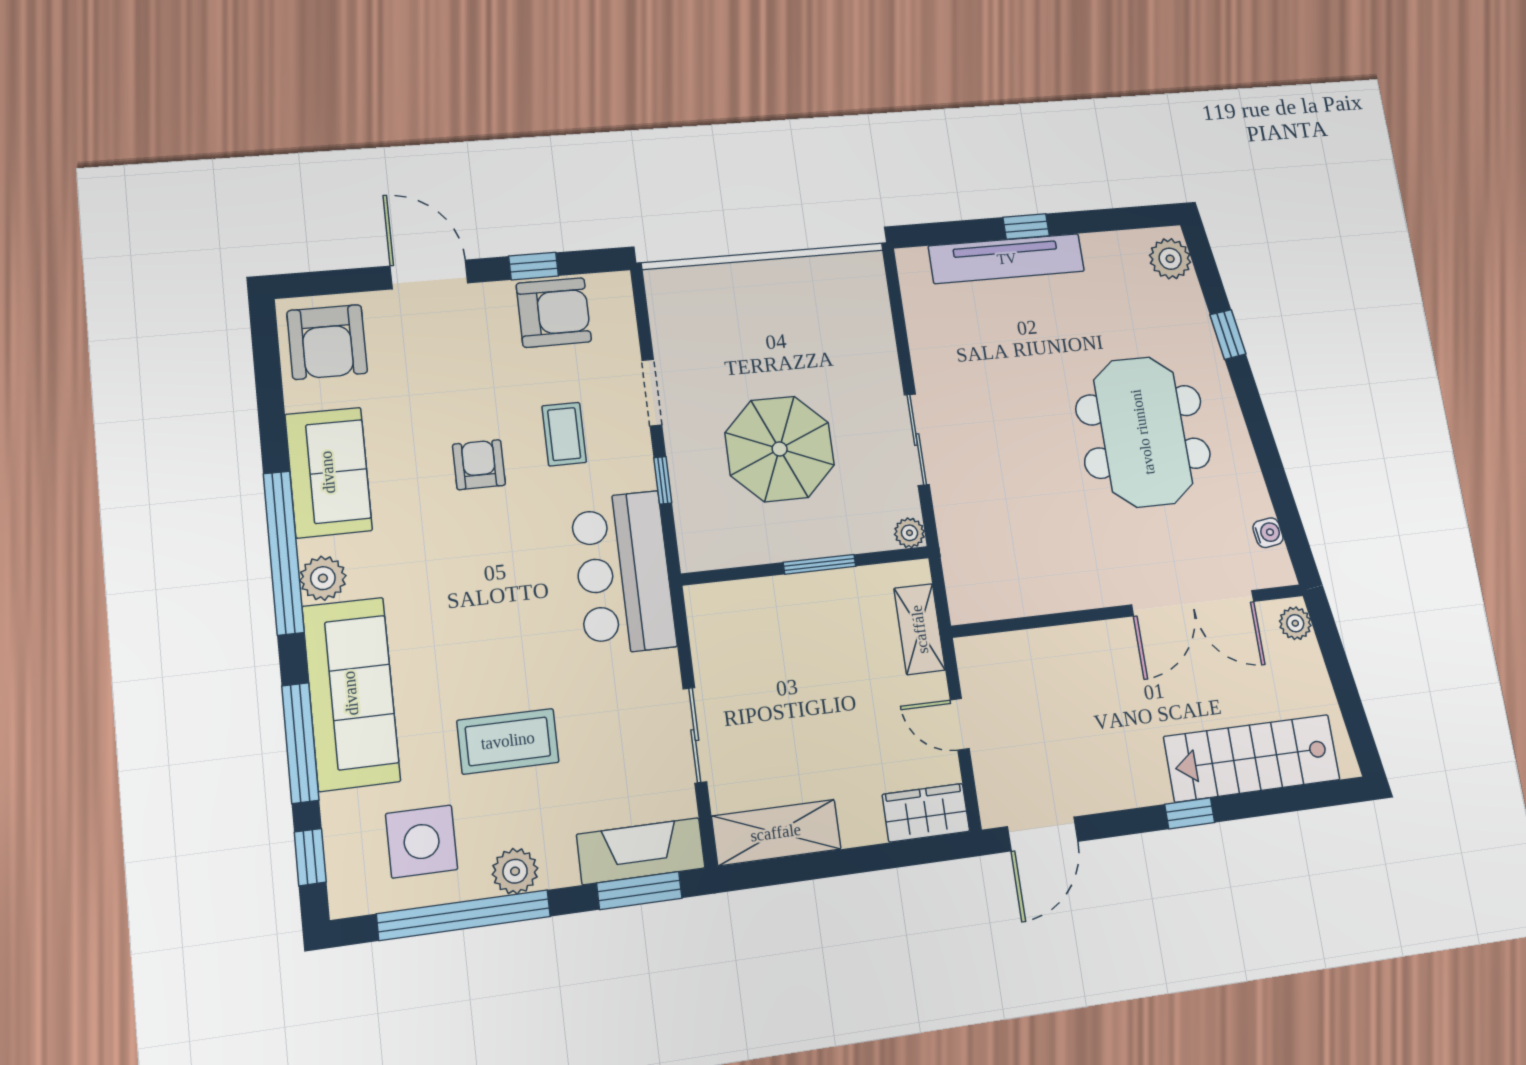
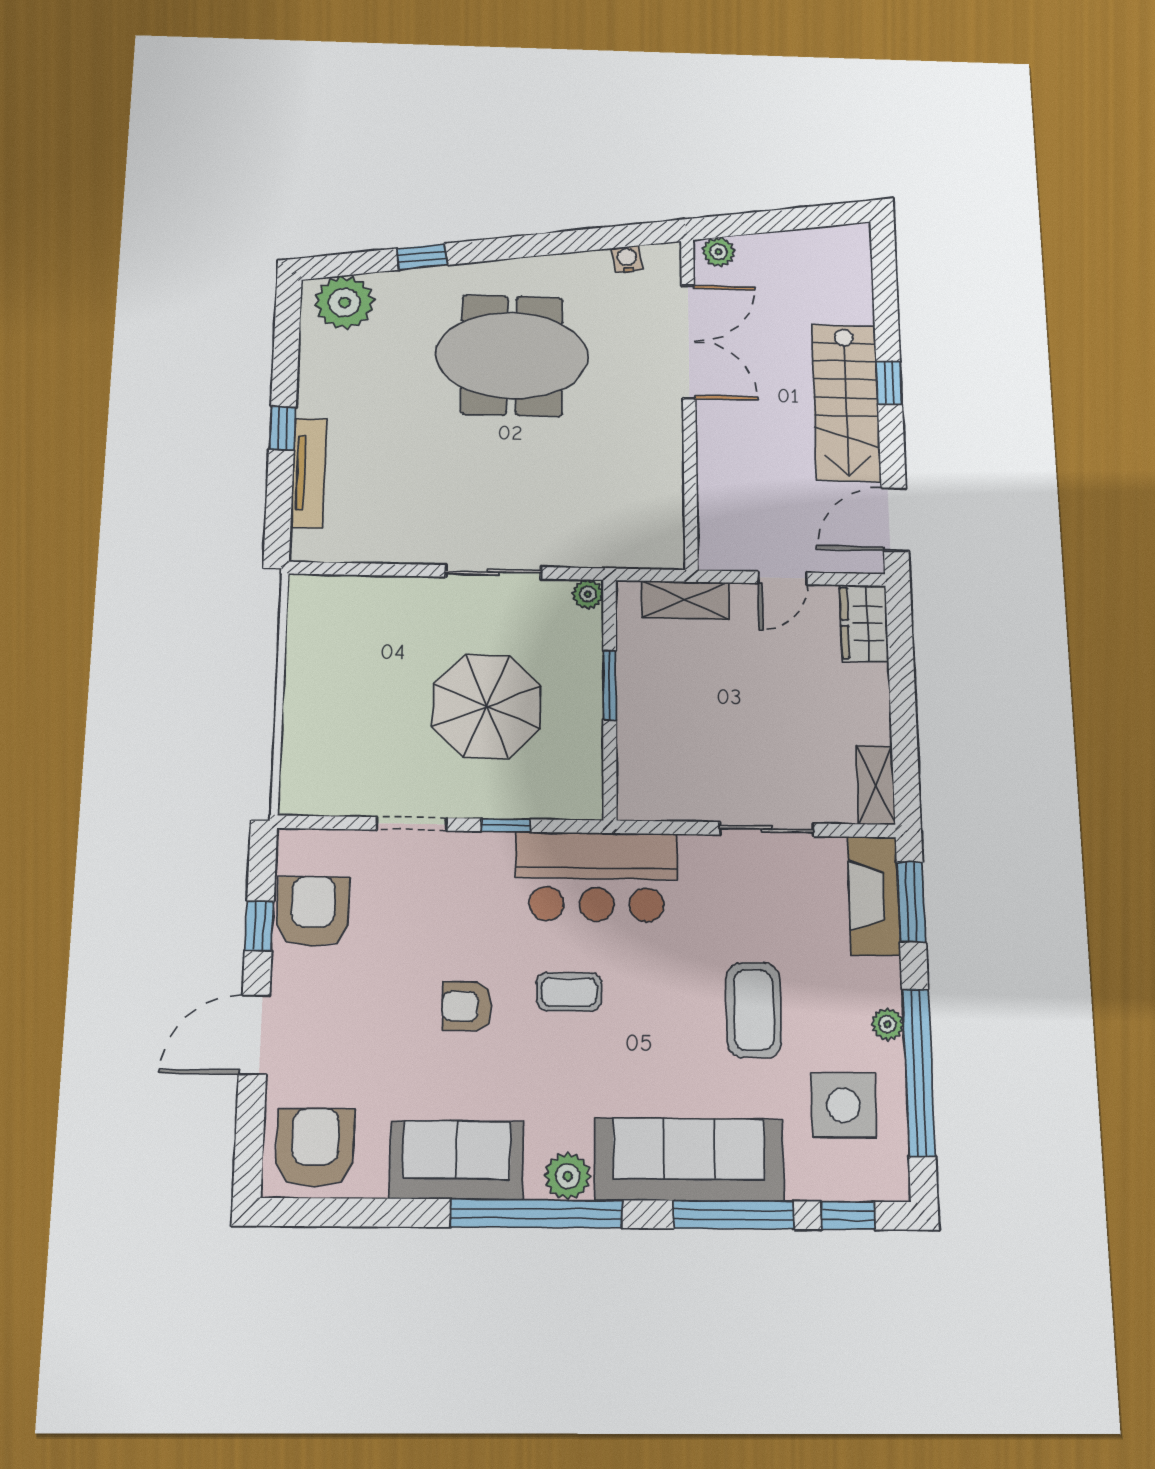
tv unit: (1007, 259) -> (309, 473), width x0.73, depth x0.78
plant: (1170, 259) -> (344, 302), width x1.36, depth x1.36
armchair: (327, 342) -> (315, 1148), turned -90
coffee table: (564, 434) -> (569, 992), moved
stairs: (1252, 758) -> (846, 403), moved
shelving: (776, 833) -> (876, 785), width x0.67, depth x0.75
door: (1043, 834) -> (895, 519), swing flipped
plant: (515, 871) -> (887, 1024), width x0.73, depth x0.73

